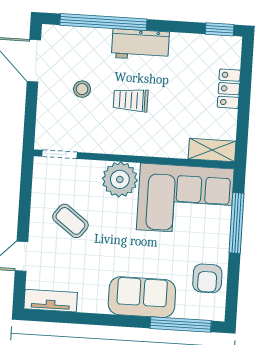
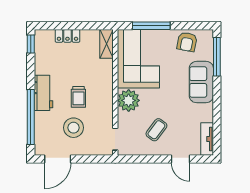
stool: (82, 89) -> (74, 128), width x1.89, depth x1.89
armchair: (207, 278) -> (187, 42), turned 101

